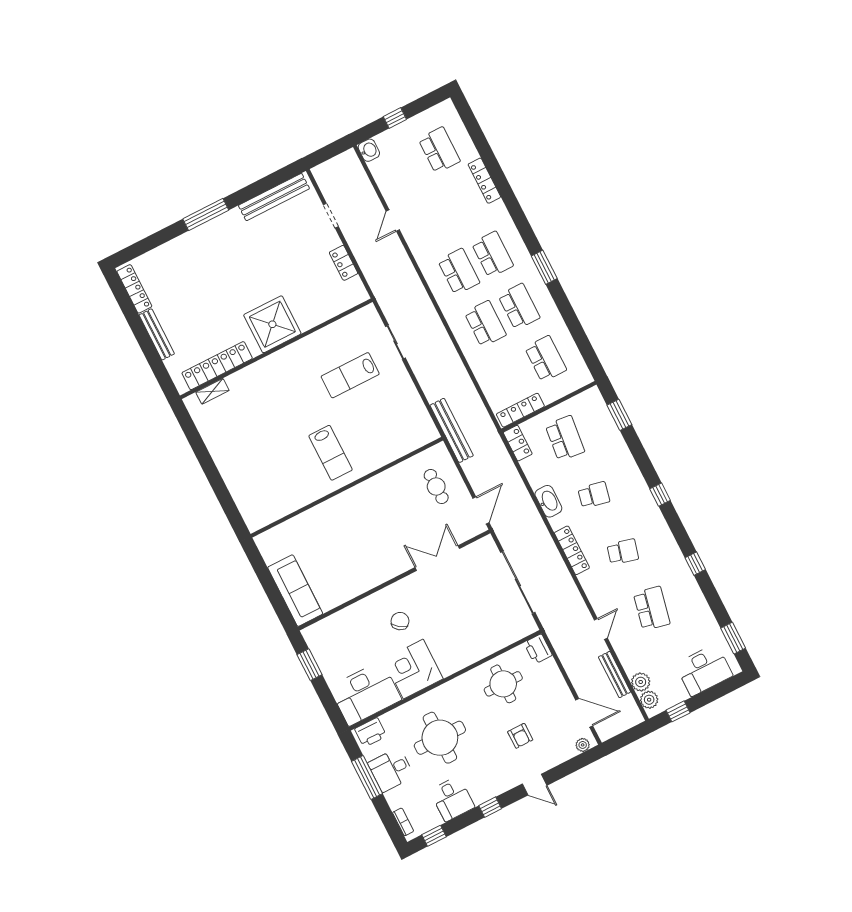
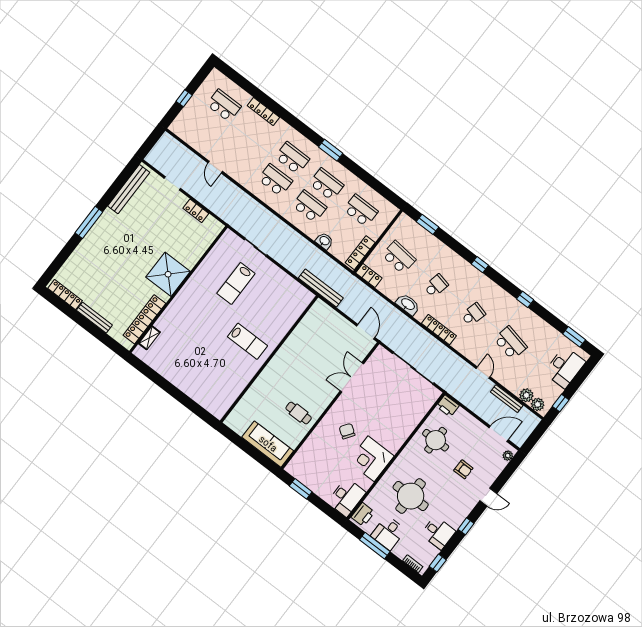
washbasin: (369, 150) -> (324, 241), moved
cafe table: (436, 486) -> (299, 413), moved
desk: (365, 693) -> (346, 497), width x0.73, depth x0.77

